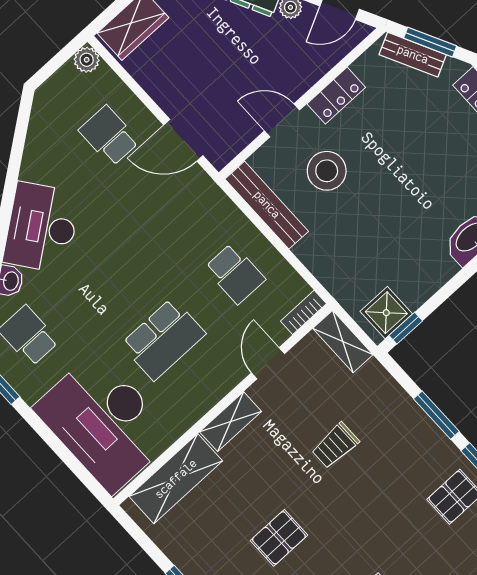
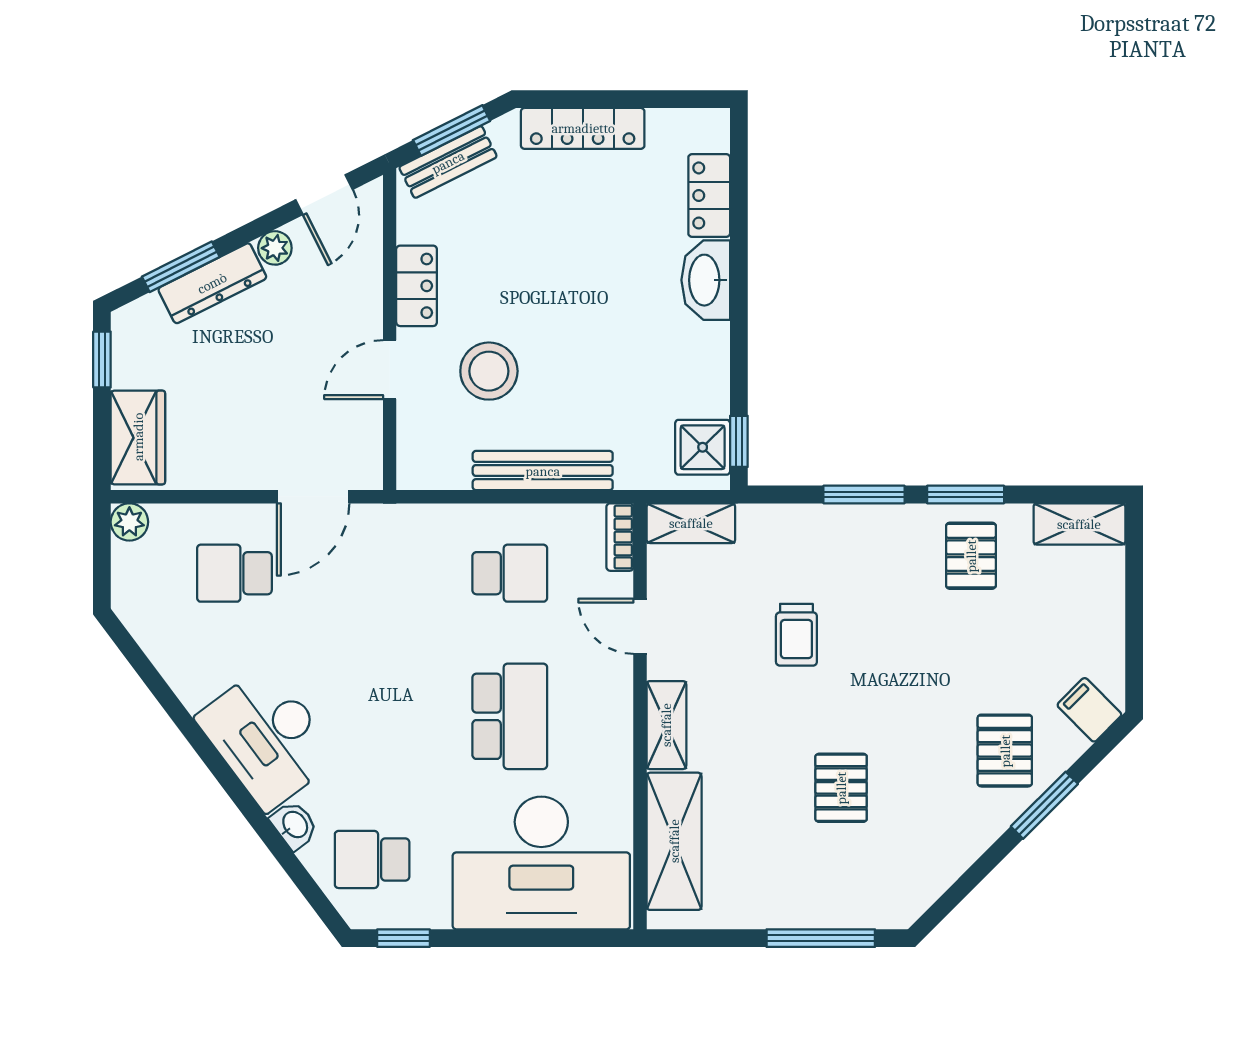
bench: (267, 205) -> (543, 471), moved

